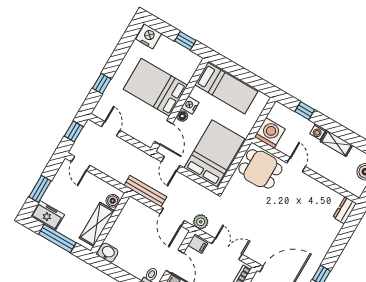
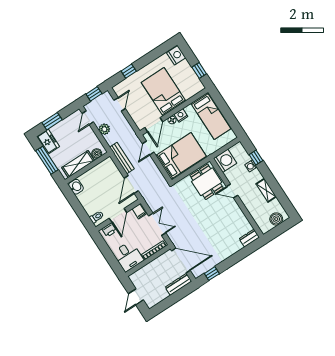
washing machine: (318, 132) -> (251, 166), moved
door: (296, 165) -> (232, 191), swing flipped
plant: (201, 222) -> (104, 129), moved

